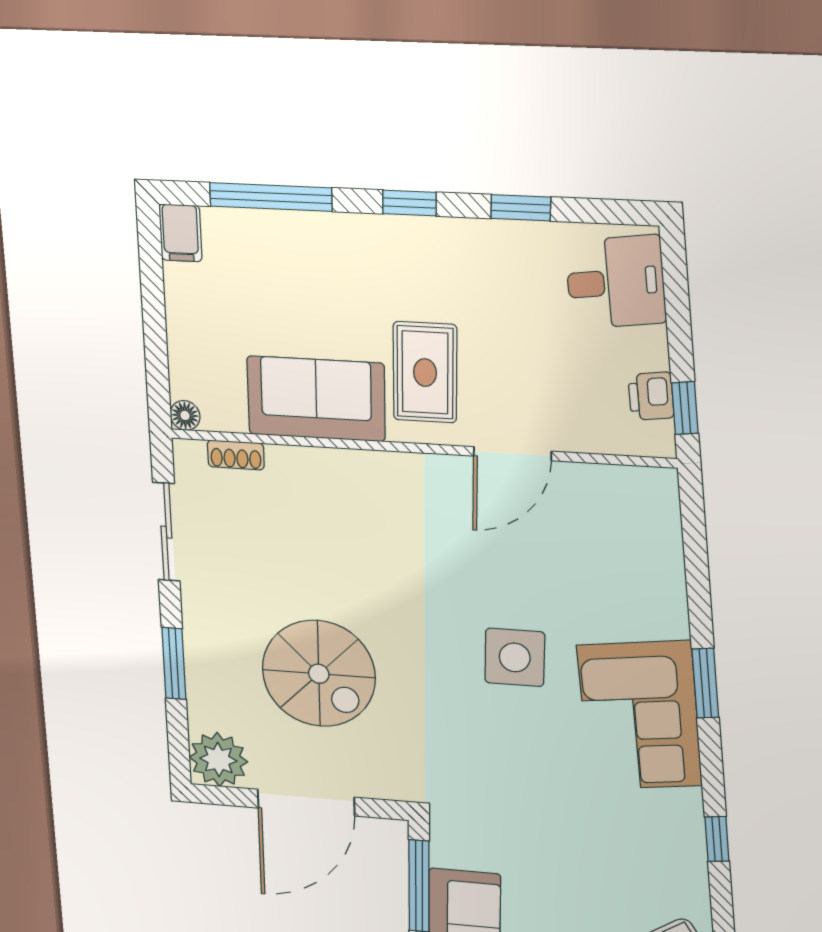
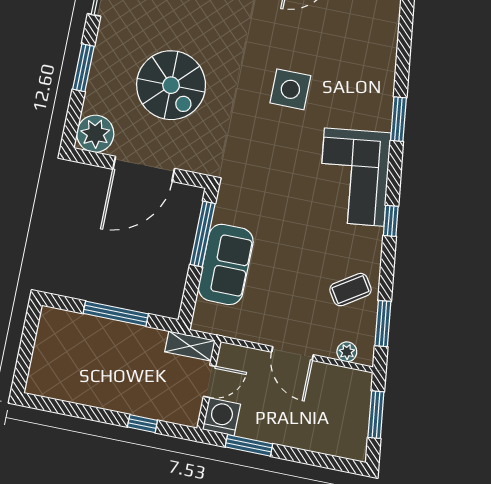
corner sofa: (640, 716) -> (354, 177), moved

